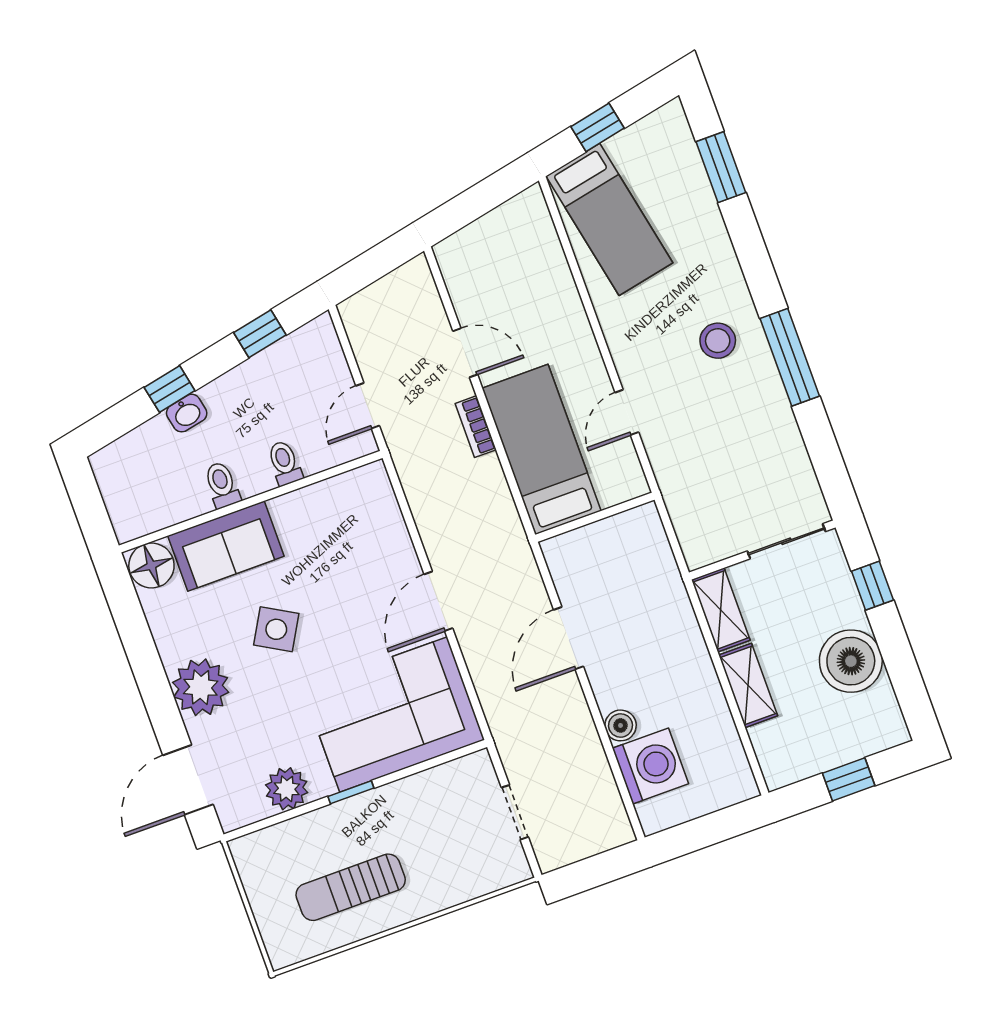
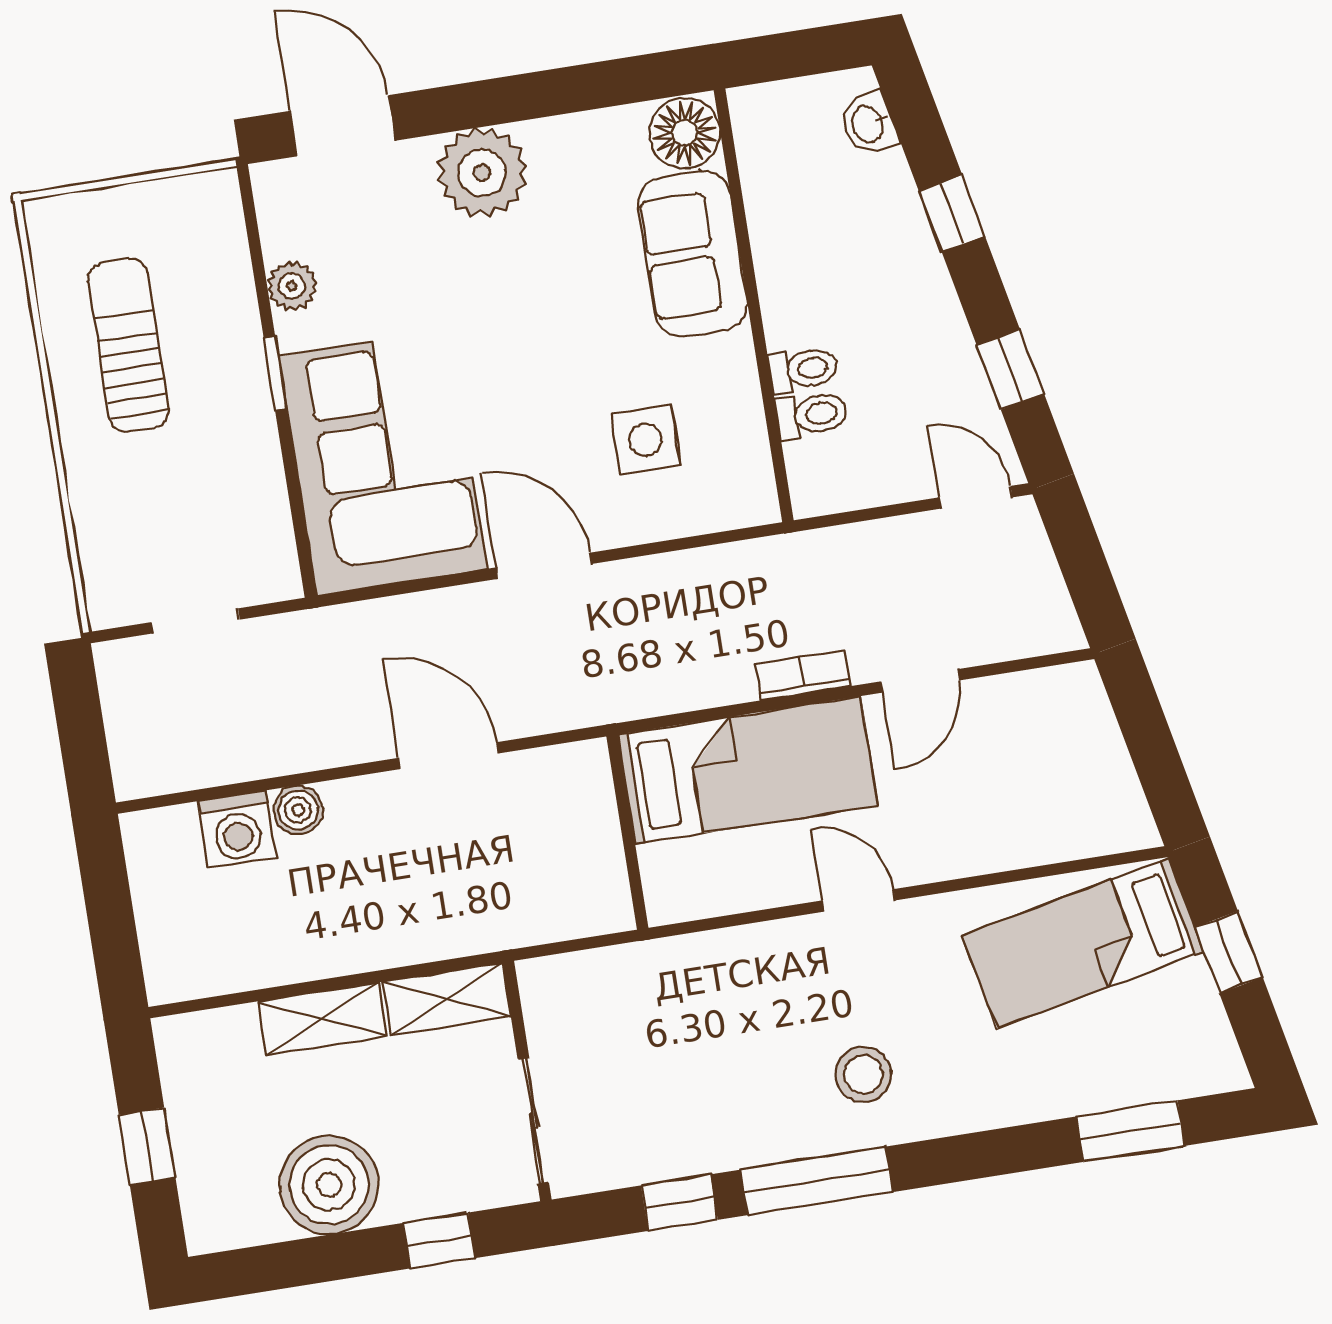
door: (368, 406) -> (976, 497), moved
door: (627, 412) -> (859, 900), moved
washbasin: (187, 413) -> (869, 124), moved
window: (820, 440) -> (679, 1203), added
toilet: (222, 485) -> (812, 415), moved
side table: (276, 629) -> (645, 440), moved, turned -30
washing machine: (650, 766) -> (237, 830), width x0.73, depth x0.73
plant: (287, 789) -> (292, 286), width x0.73, depth x0.73

